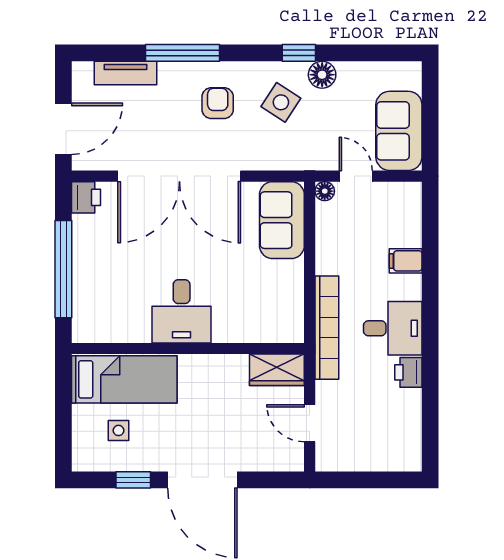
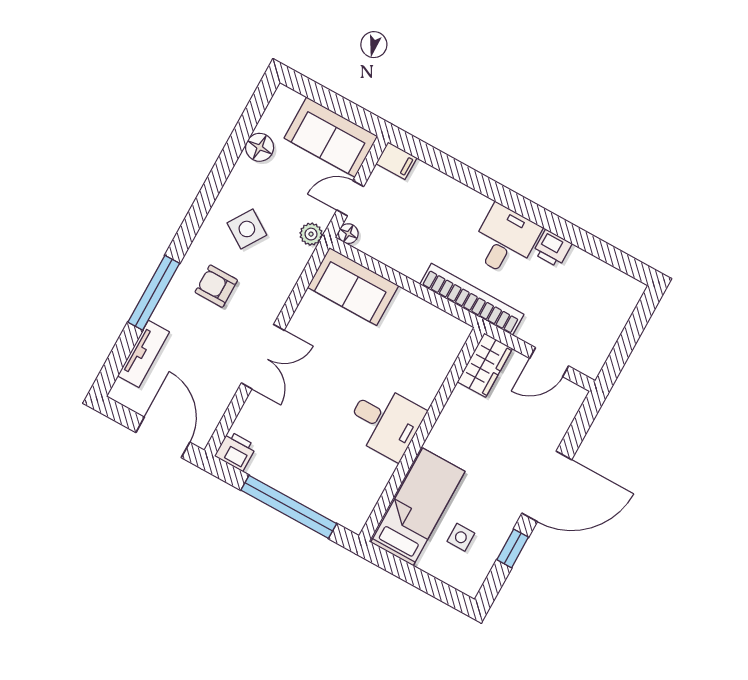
window: (299, 53) -> (211, 188), removed
floor lamp: (322, 75) -> (260, 147), moved
plant: (307, 160) -> (311, 234), added
double door: (179, 176) -> (263, 357), width x0.54
filing cabinet: (406, 261) -> (396, 161), moved, turned -90

